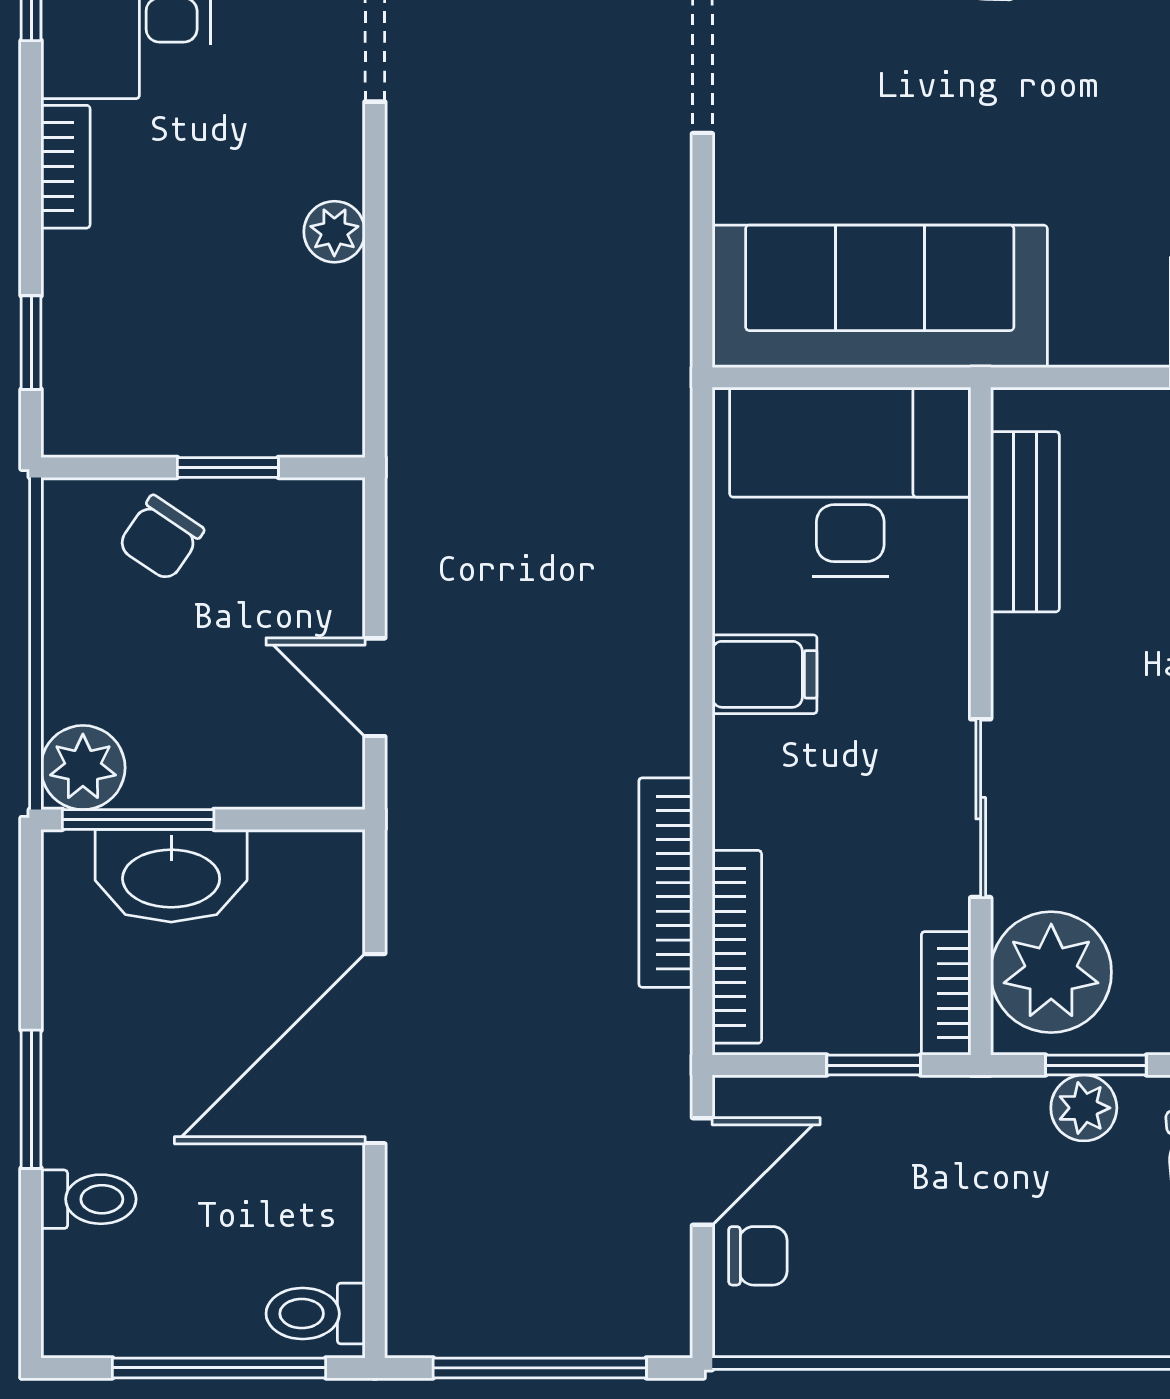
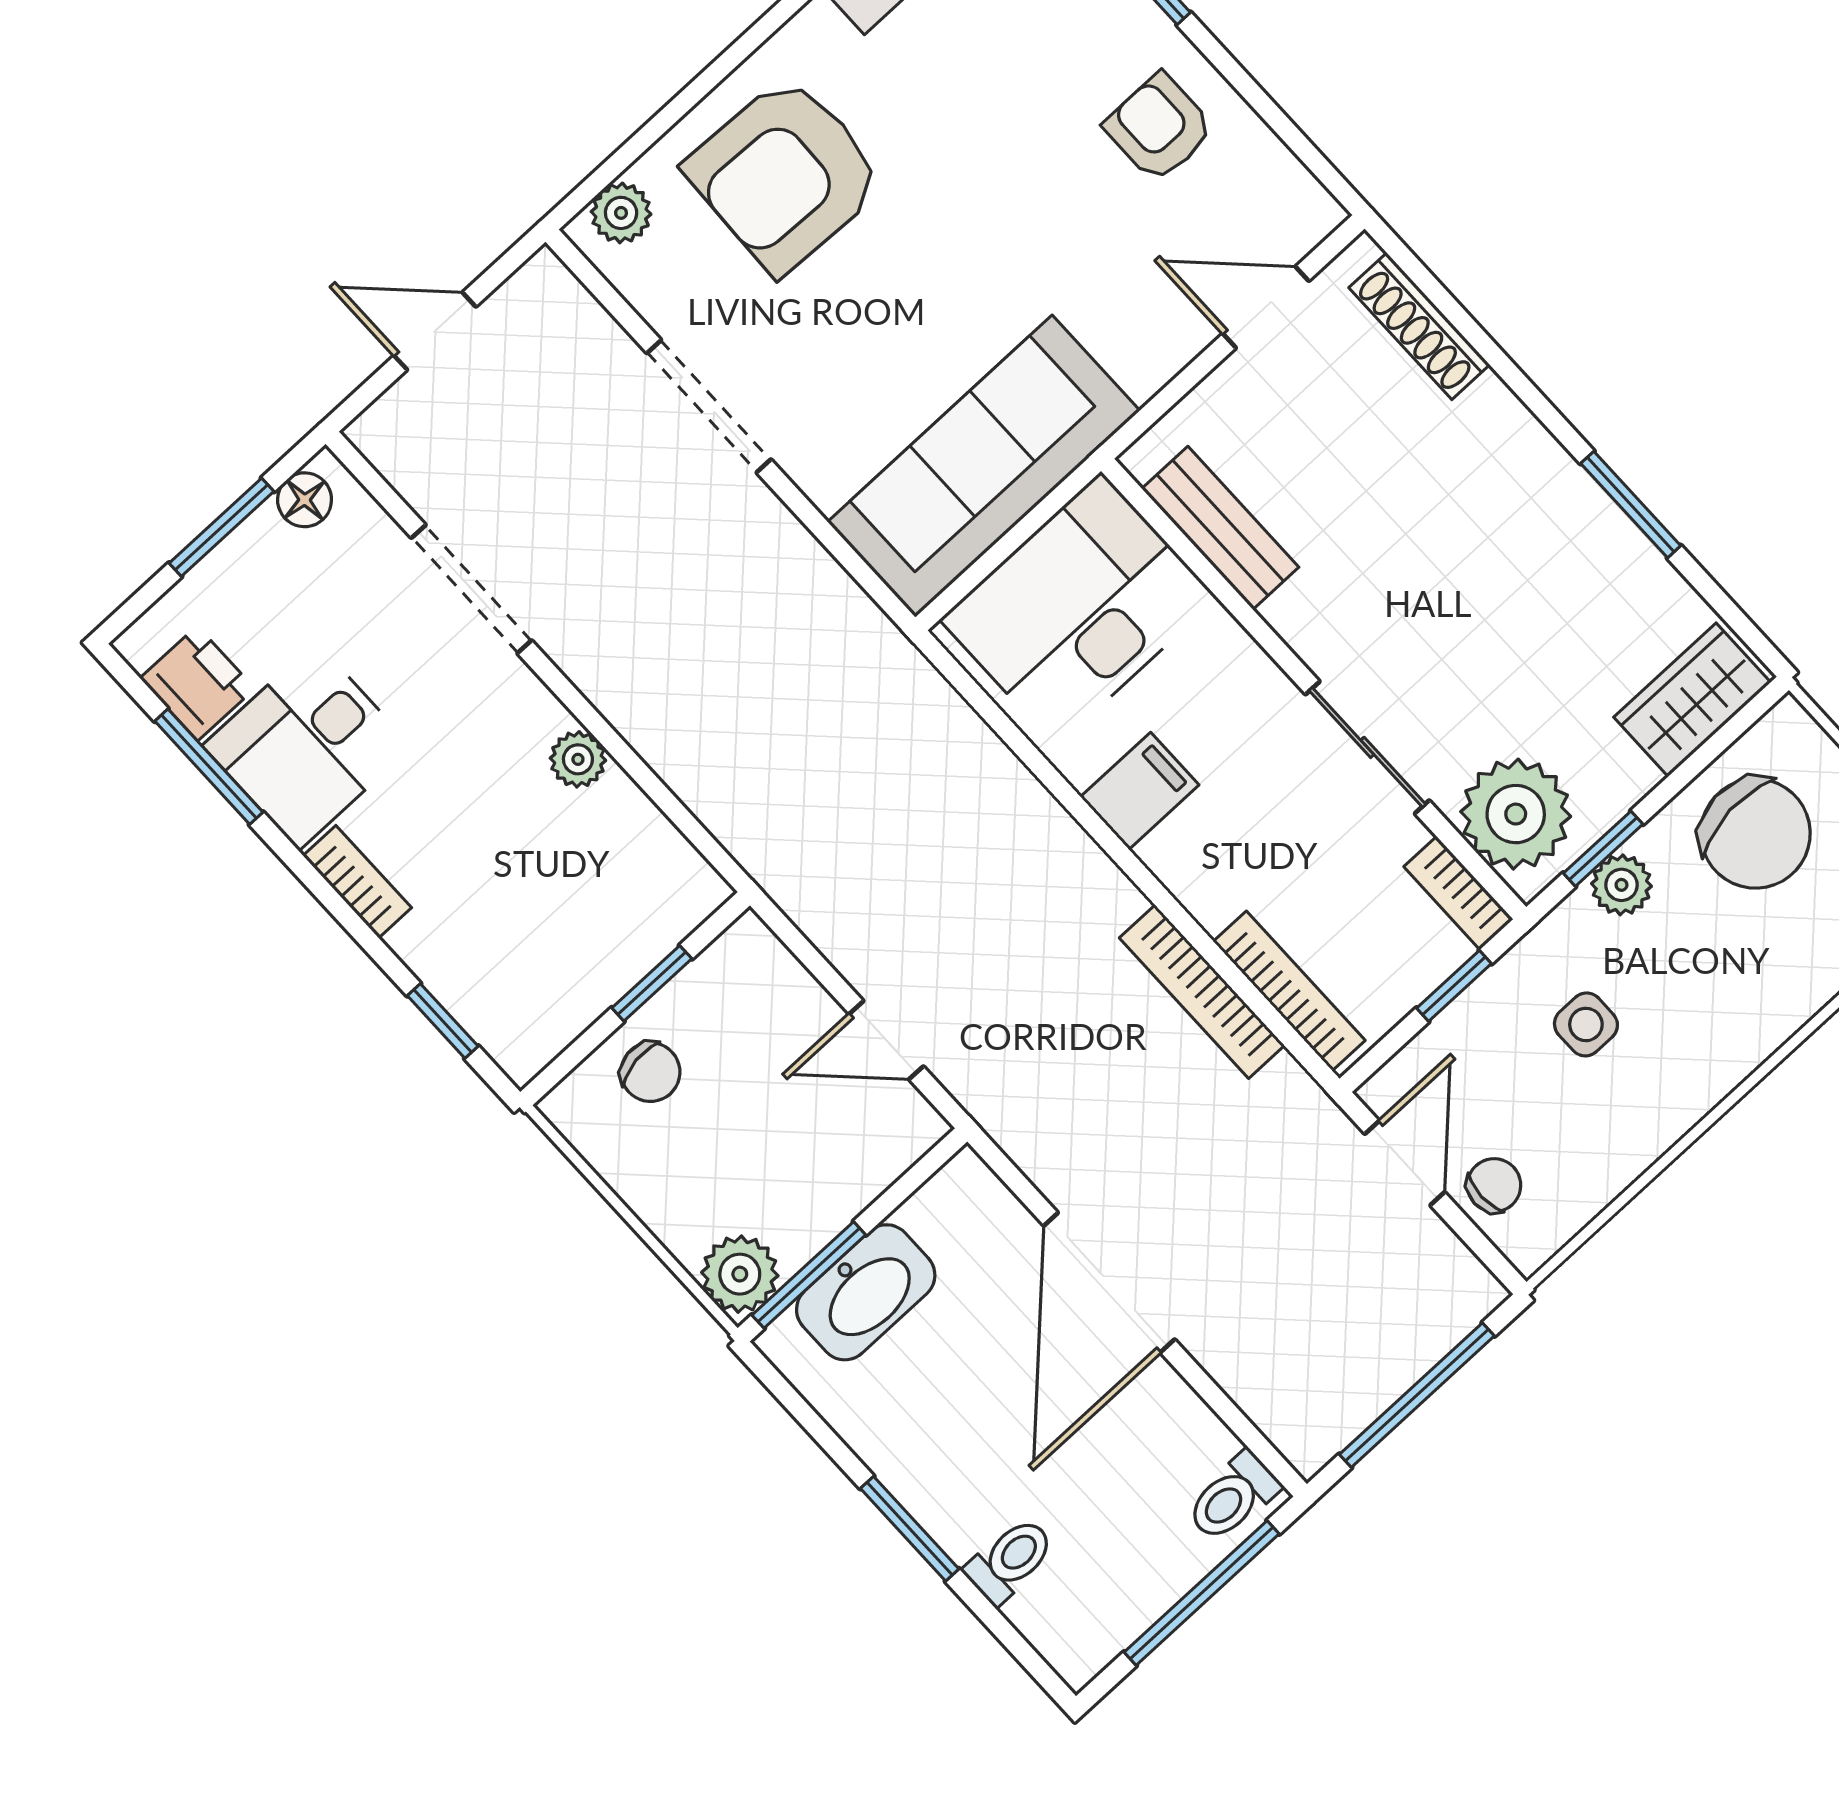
chair: (161, 538) -> (650, 1072), turned -42
side table: (951, 1194) -> (1586, 1024), added

